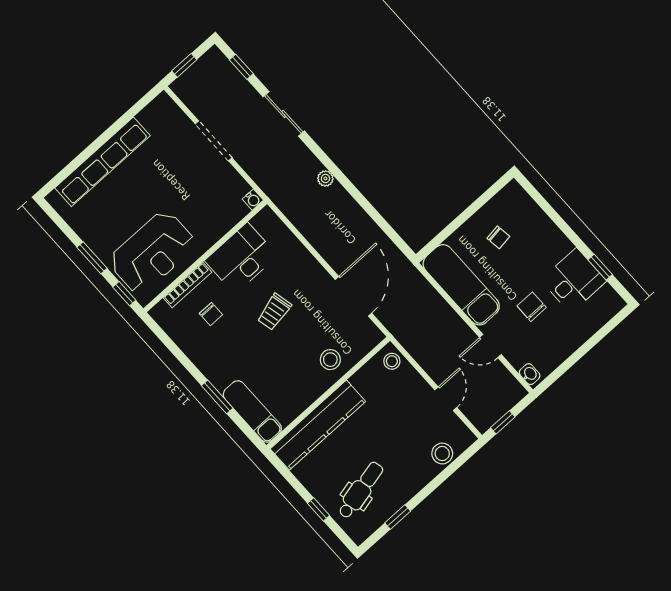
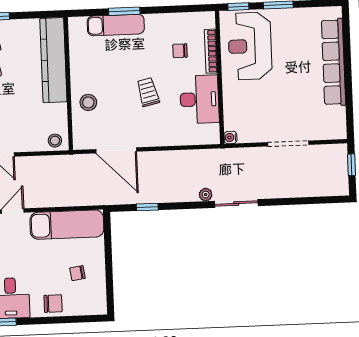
window: (241, 67) -> (147, 207), moved
sliding door: (284, 114) -> (236, 203), moved
chair: (532, 307) -> (53, 304), moved
exam couch: (252, 411) -> (116, 25), moved

